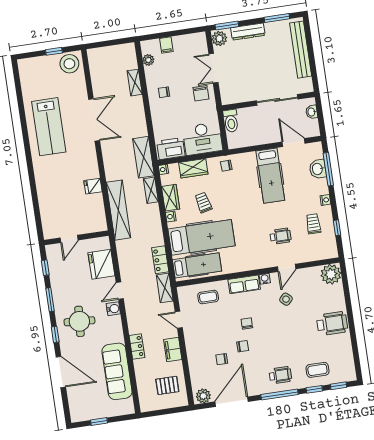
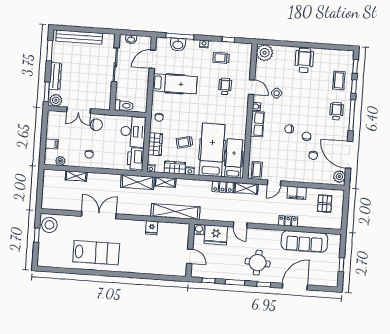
coffee table: (208, 297) -> (257, 170), moved
water cooler: (113, 309) -> (199, 229), moved

